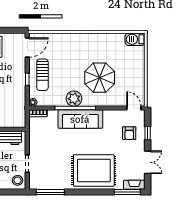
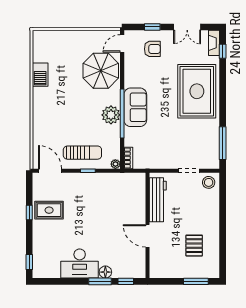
barbecue: (135, 39) -> (40, 75), moved
parasol: (100, 78) -> (101, 71), moved
sofa: (80, 119) -> (135, 107), width x0.73
double door: (148, 162) -> (187, 27), swing flipped
window: (127, 192) -> (223, 51), width x0.46

